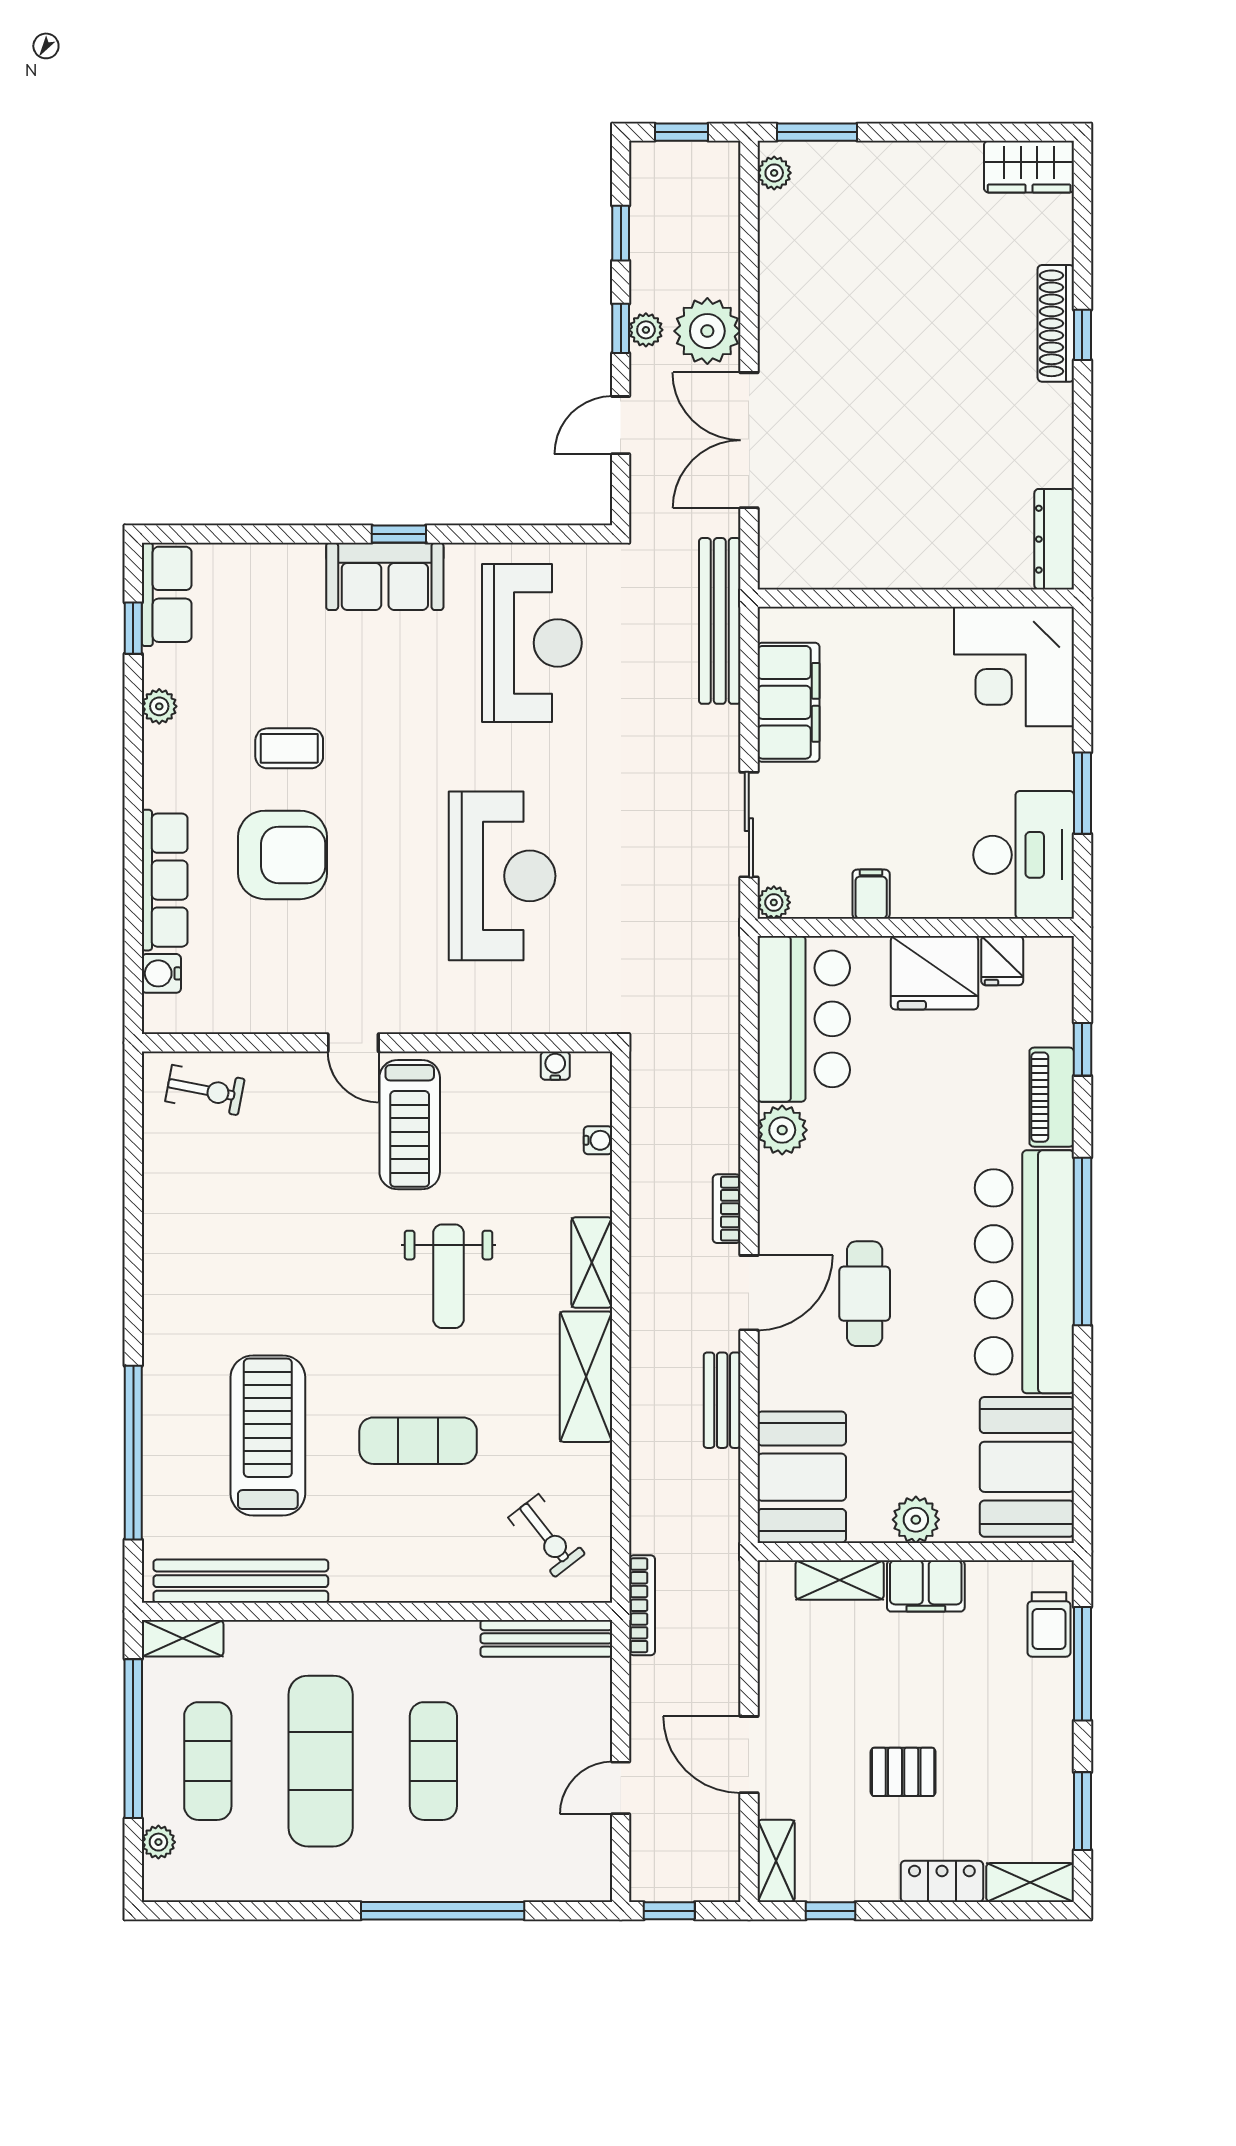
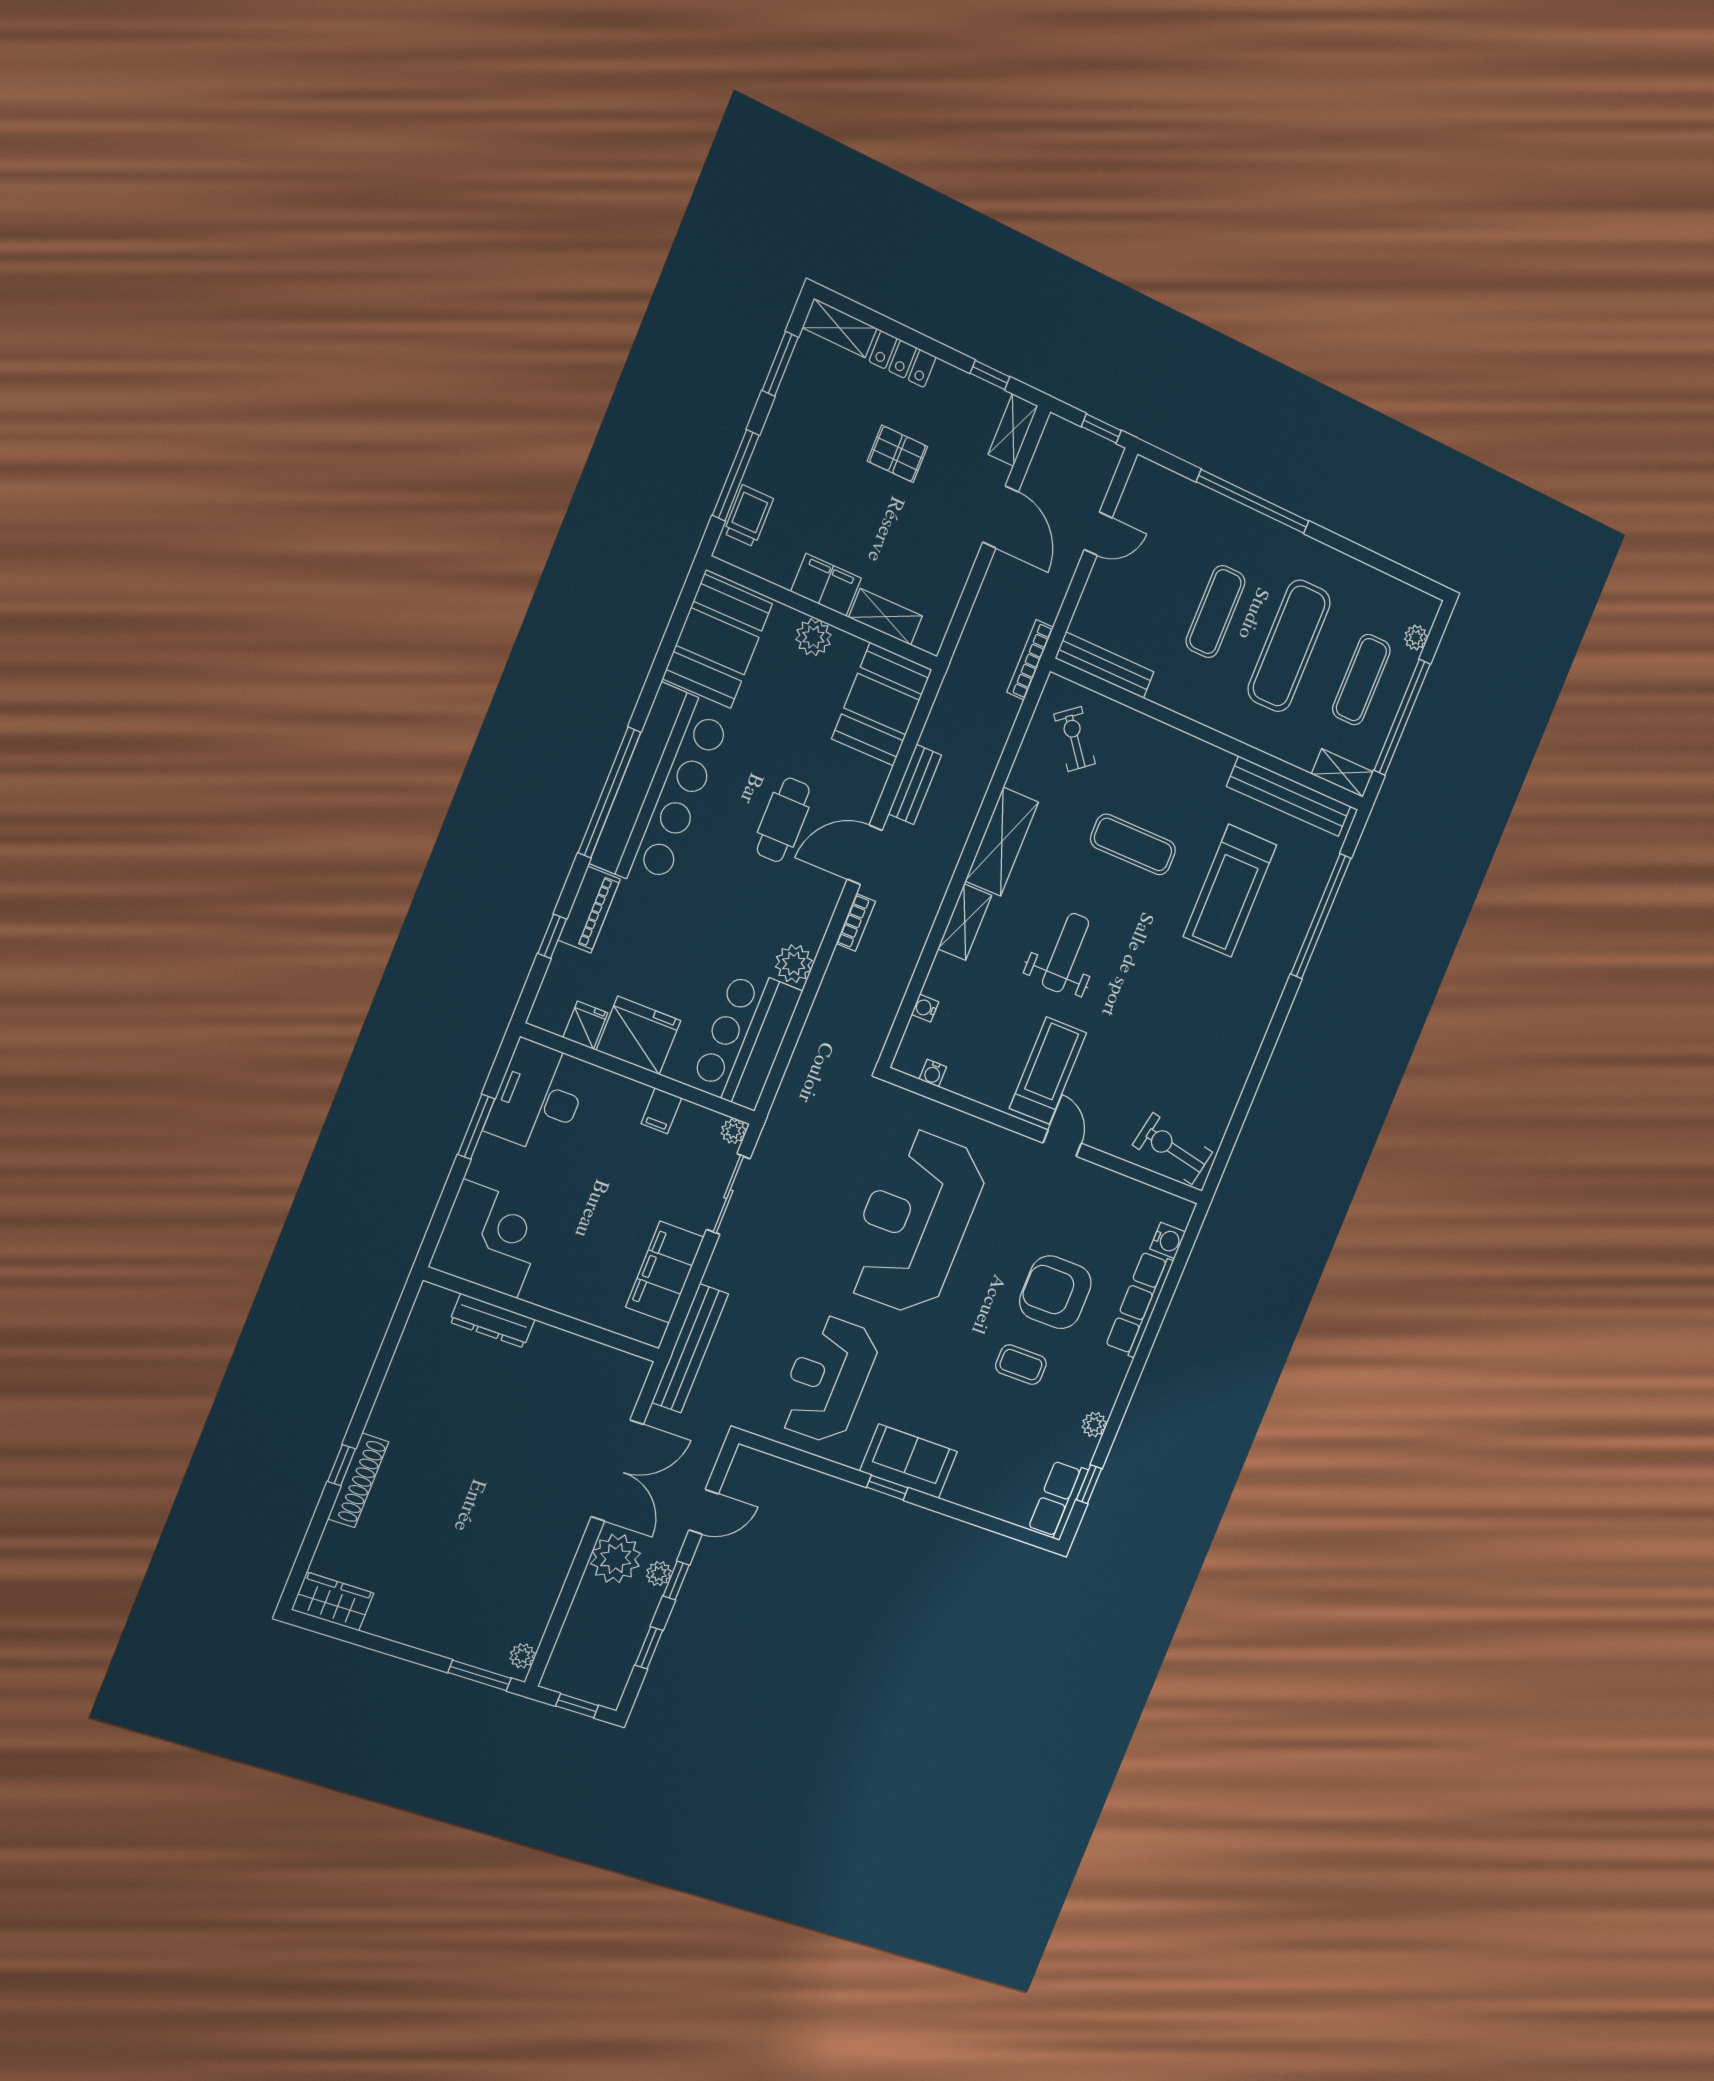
dresser: (1054, 539) -> (492, 1321), moved, turned 90
reception desk: (502, 876) -> (914, 1222), width x1.36, depth x1.30
exercise bike: (205, 1090) -> (1172, 1149), width x1.38, depth x1.39

